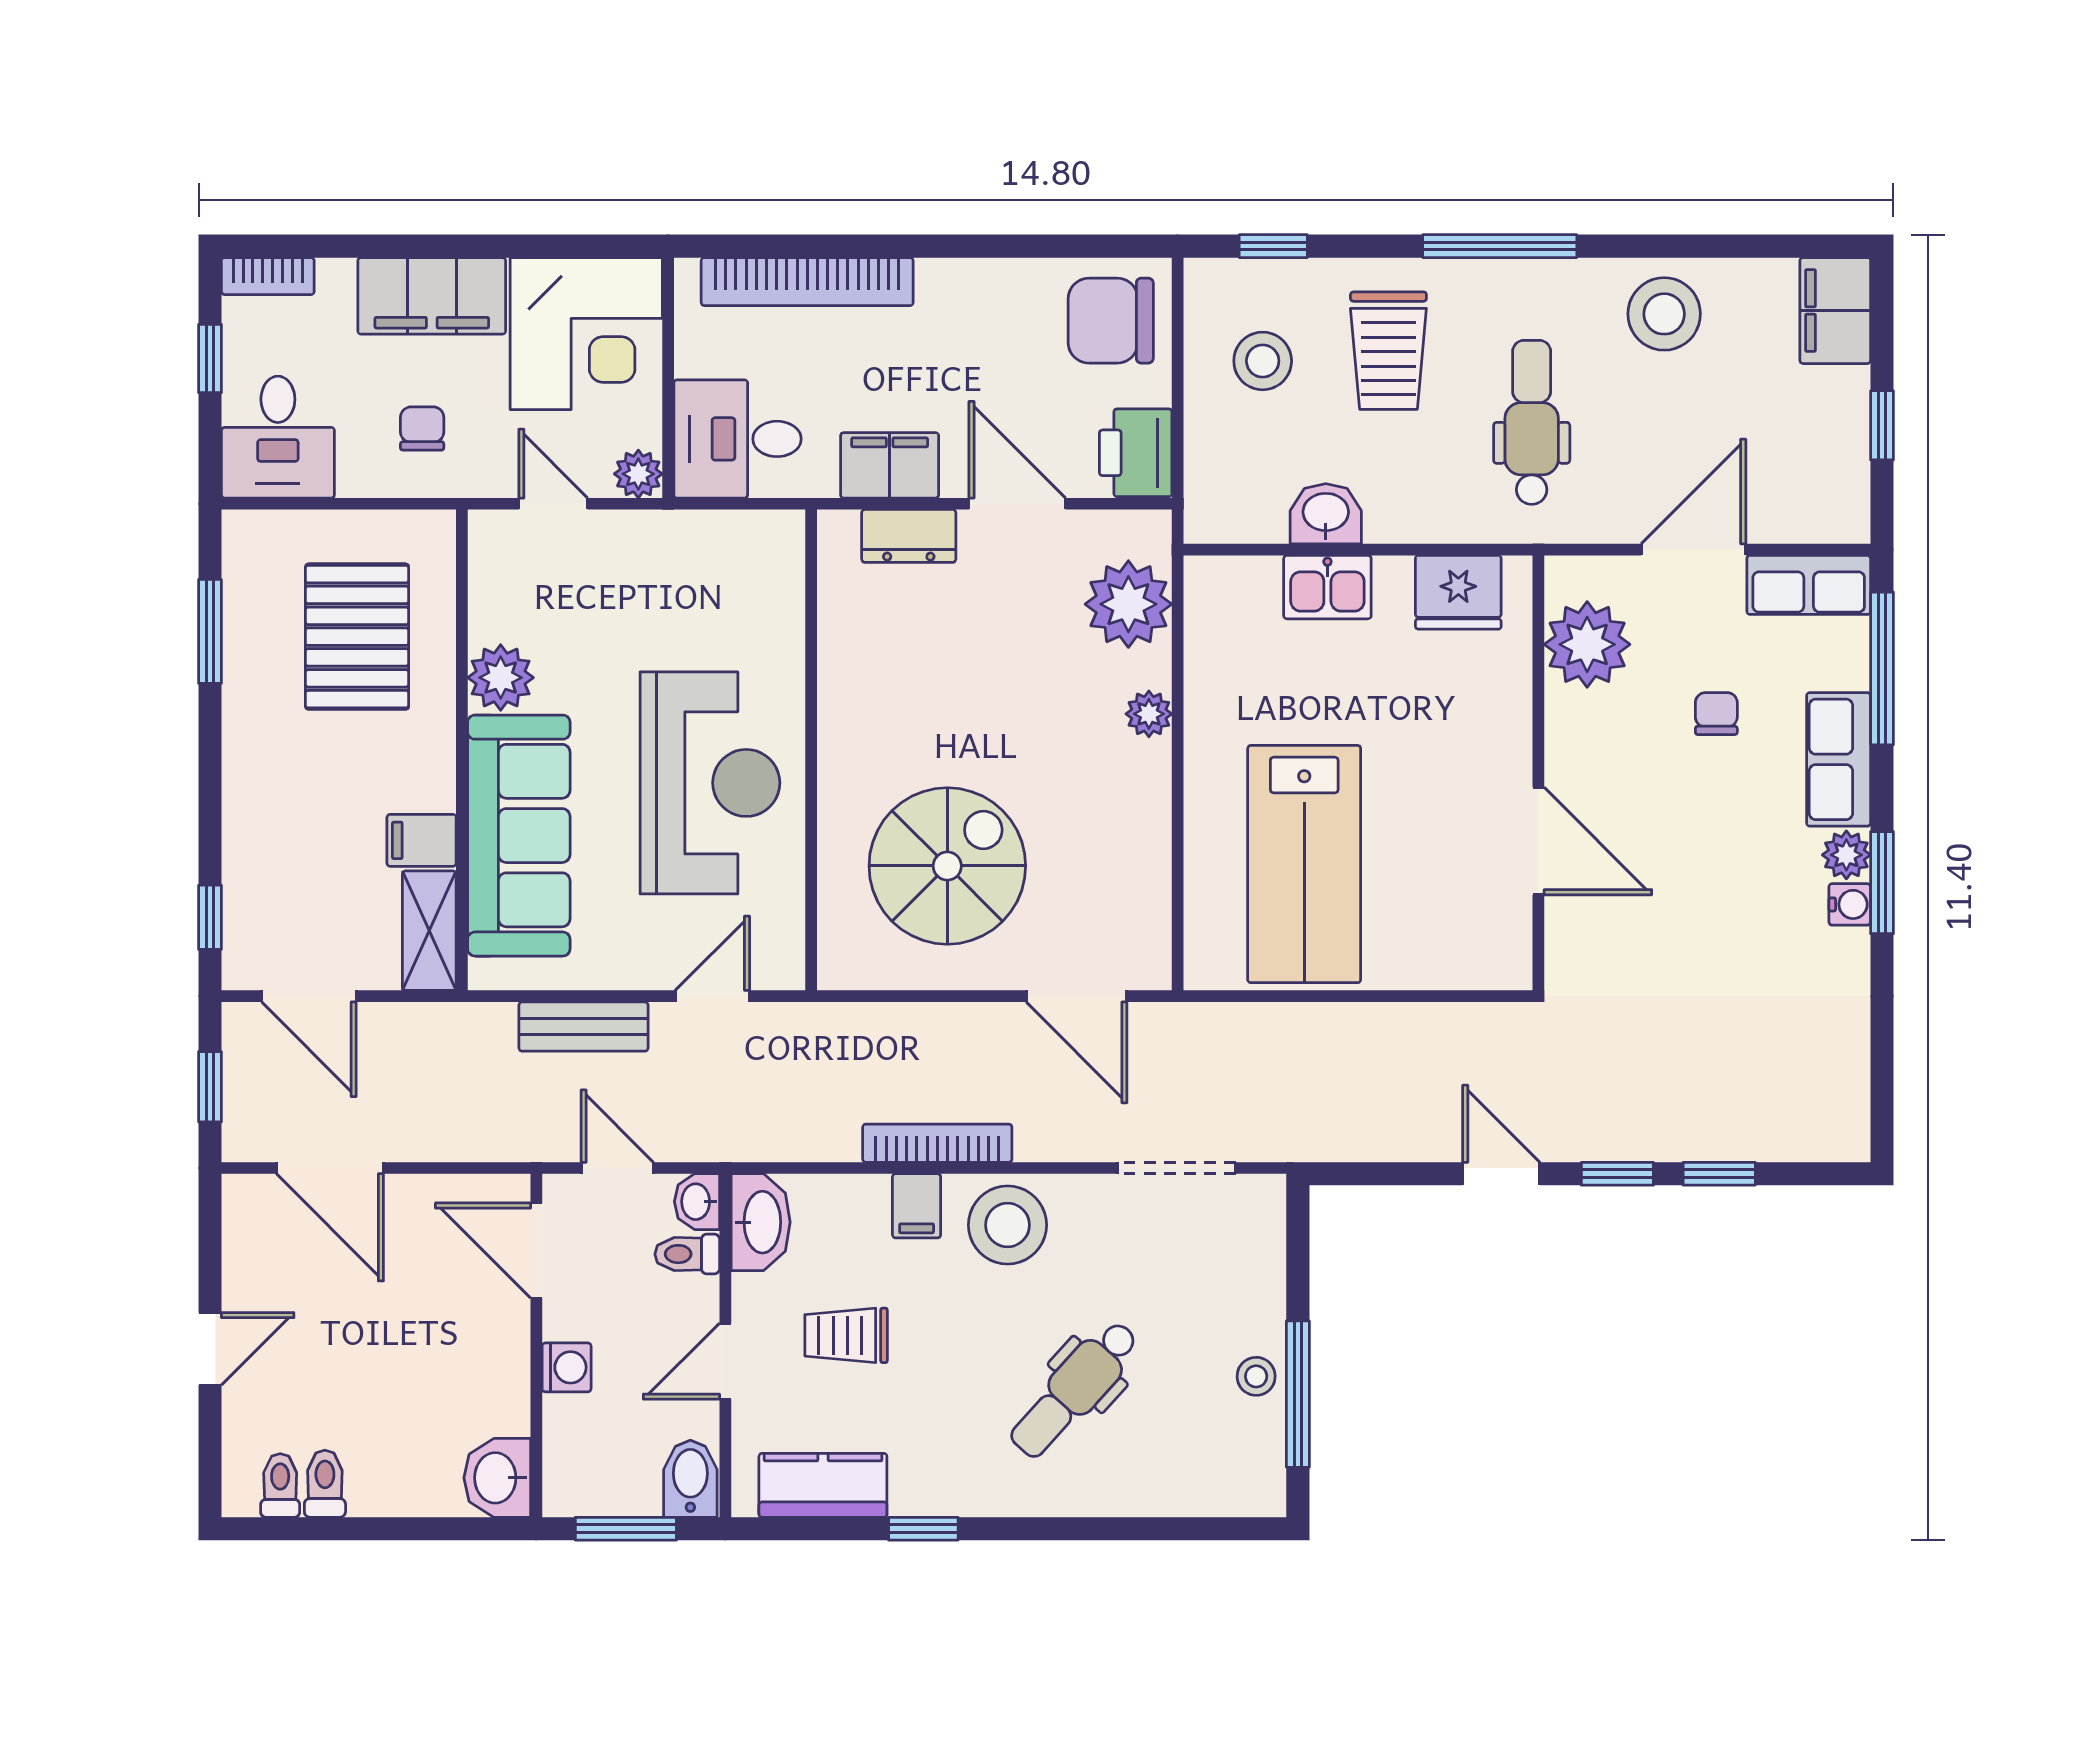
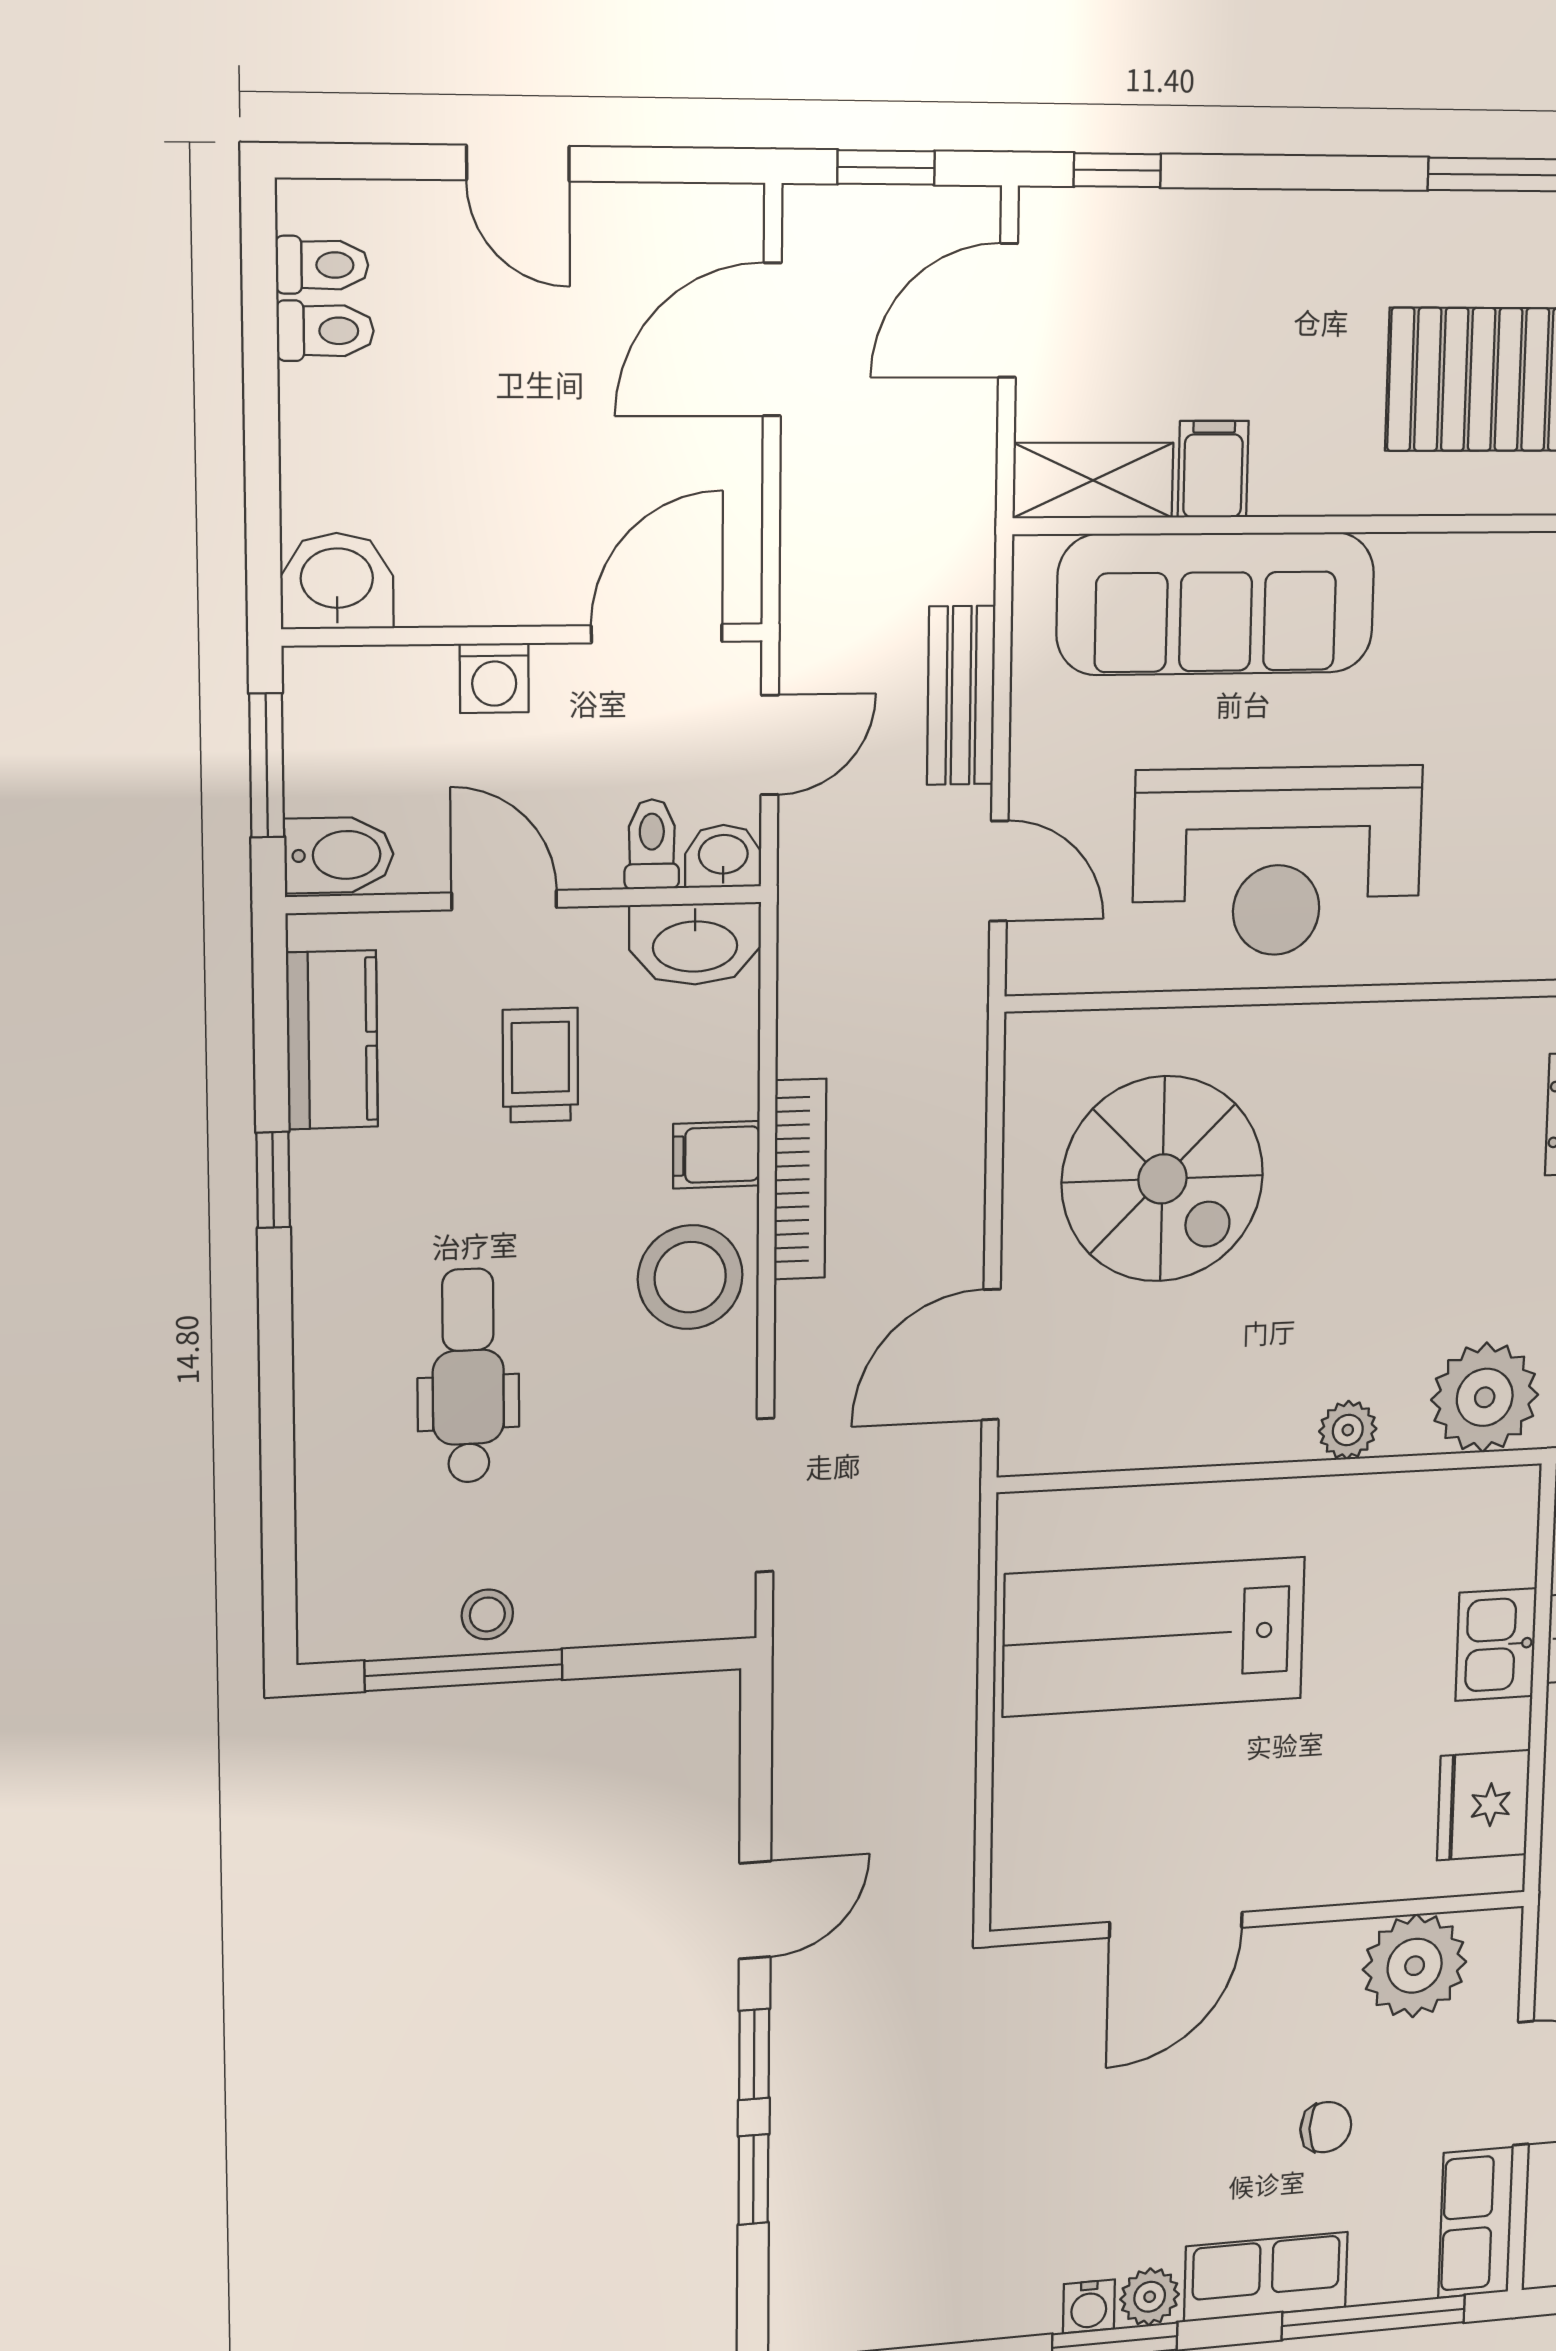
plant: (501, 678) -> (1422, 577), removed
dental chair: (1074, 1389) -> (468, 1376), turned 48

